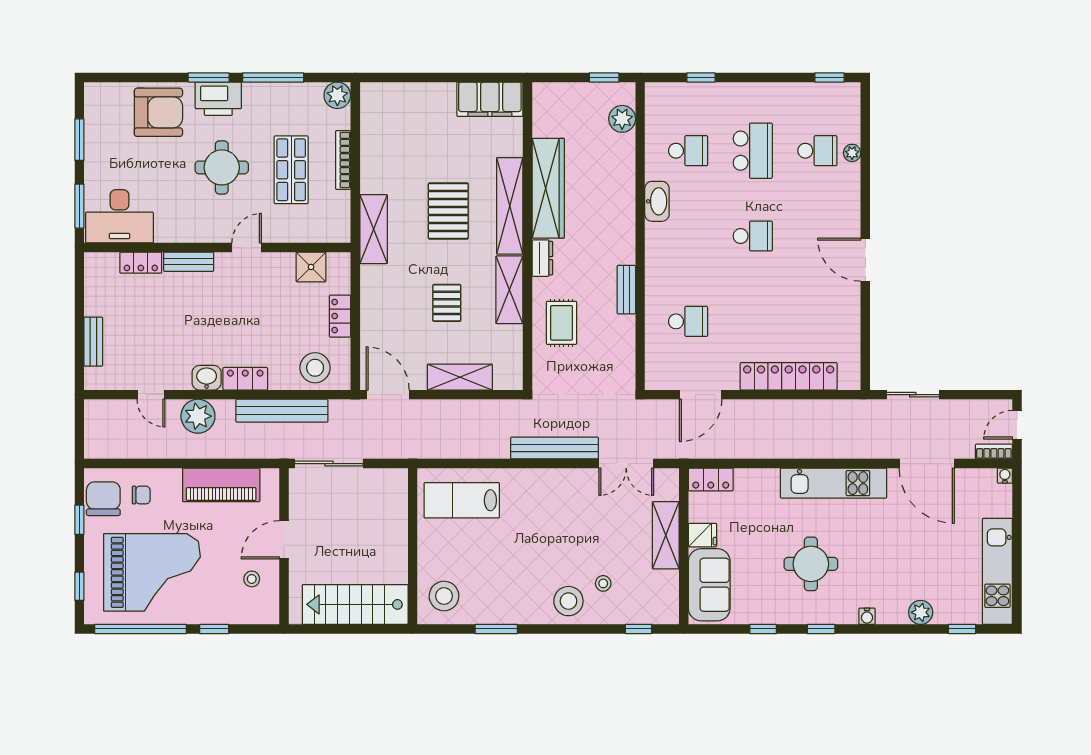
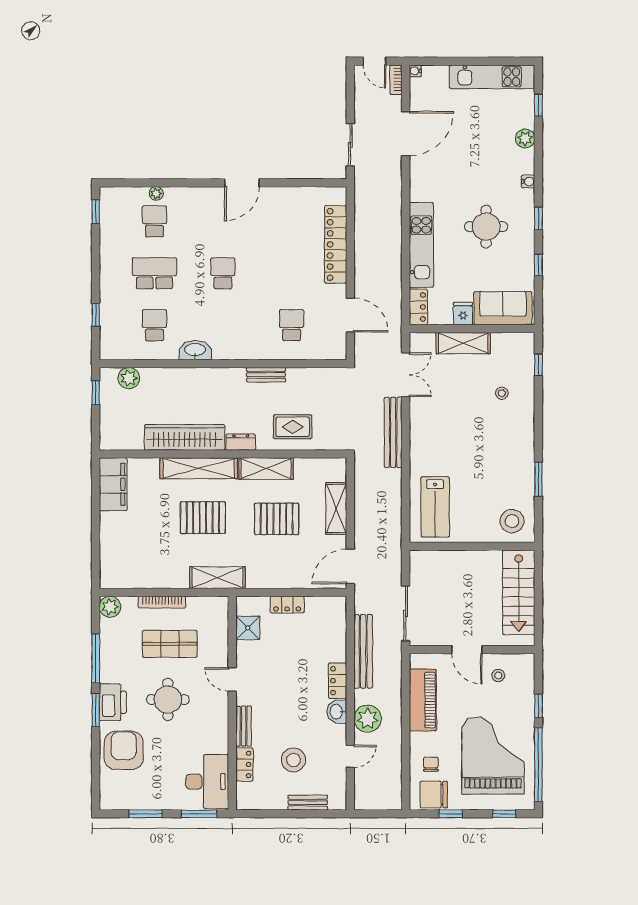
pallet: (447, 303) -> (277, 519), width x1.50, depth x1.42
stool: (315, 368) -> (293, 760), moved
kitchen unit: (833, 483) -> (421, 245), moved
stool: (568, 601) -> (516, 421), removed

